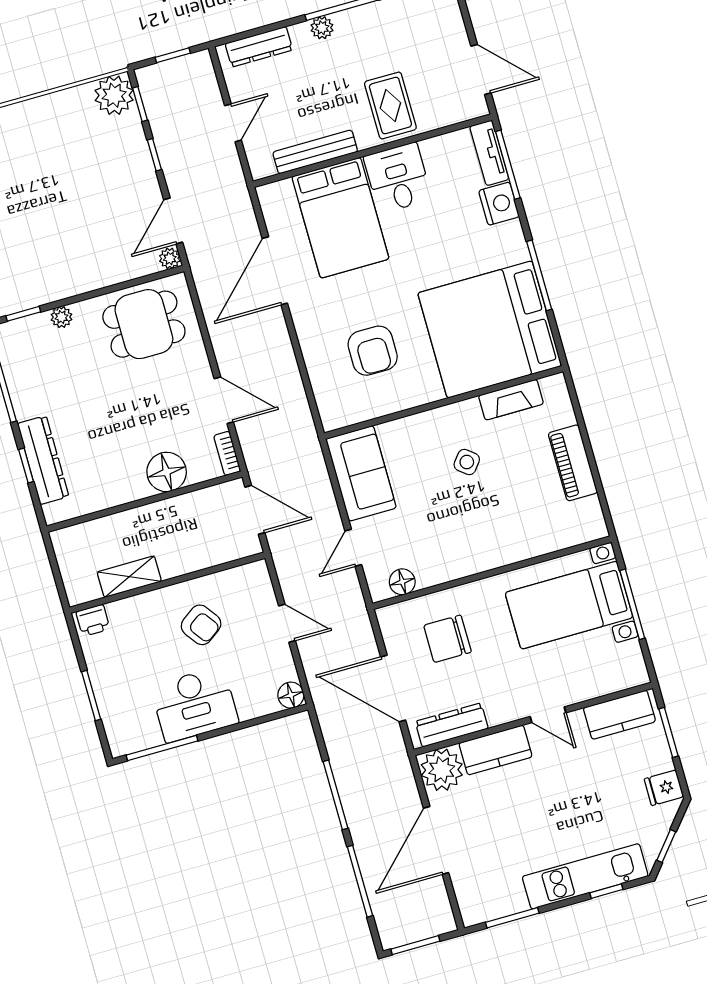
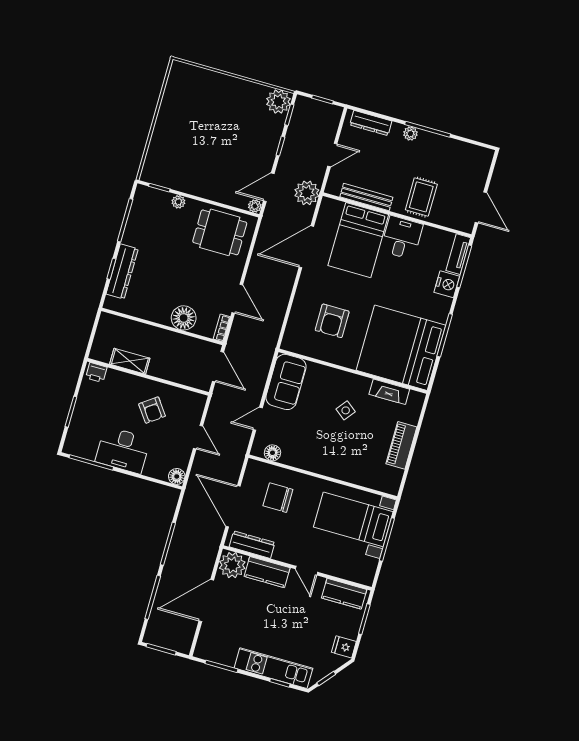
plant: (230, 196) -> (307, 193), added

